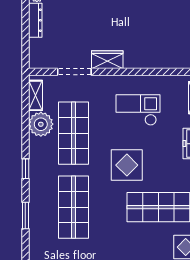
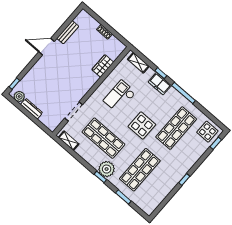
wardrobe: (107, 60) -> (103, 66), moved
plant: (41, 124) -> (107, 169), moved
shop shelf: (73, 207) -> (140, 170), turned 90

